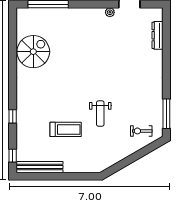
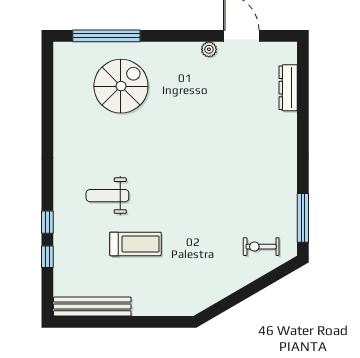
spiral stairs: (33, 52) -> (121, 86), moved
weight bench: (100, 114) -> (107, 196), moved, turned 90
window: (13, 156) -> (47, 257), moved

